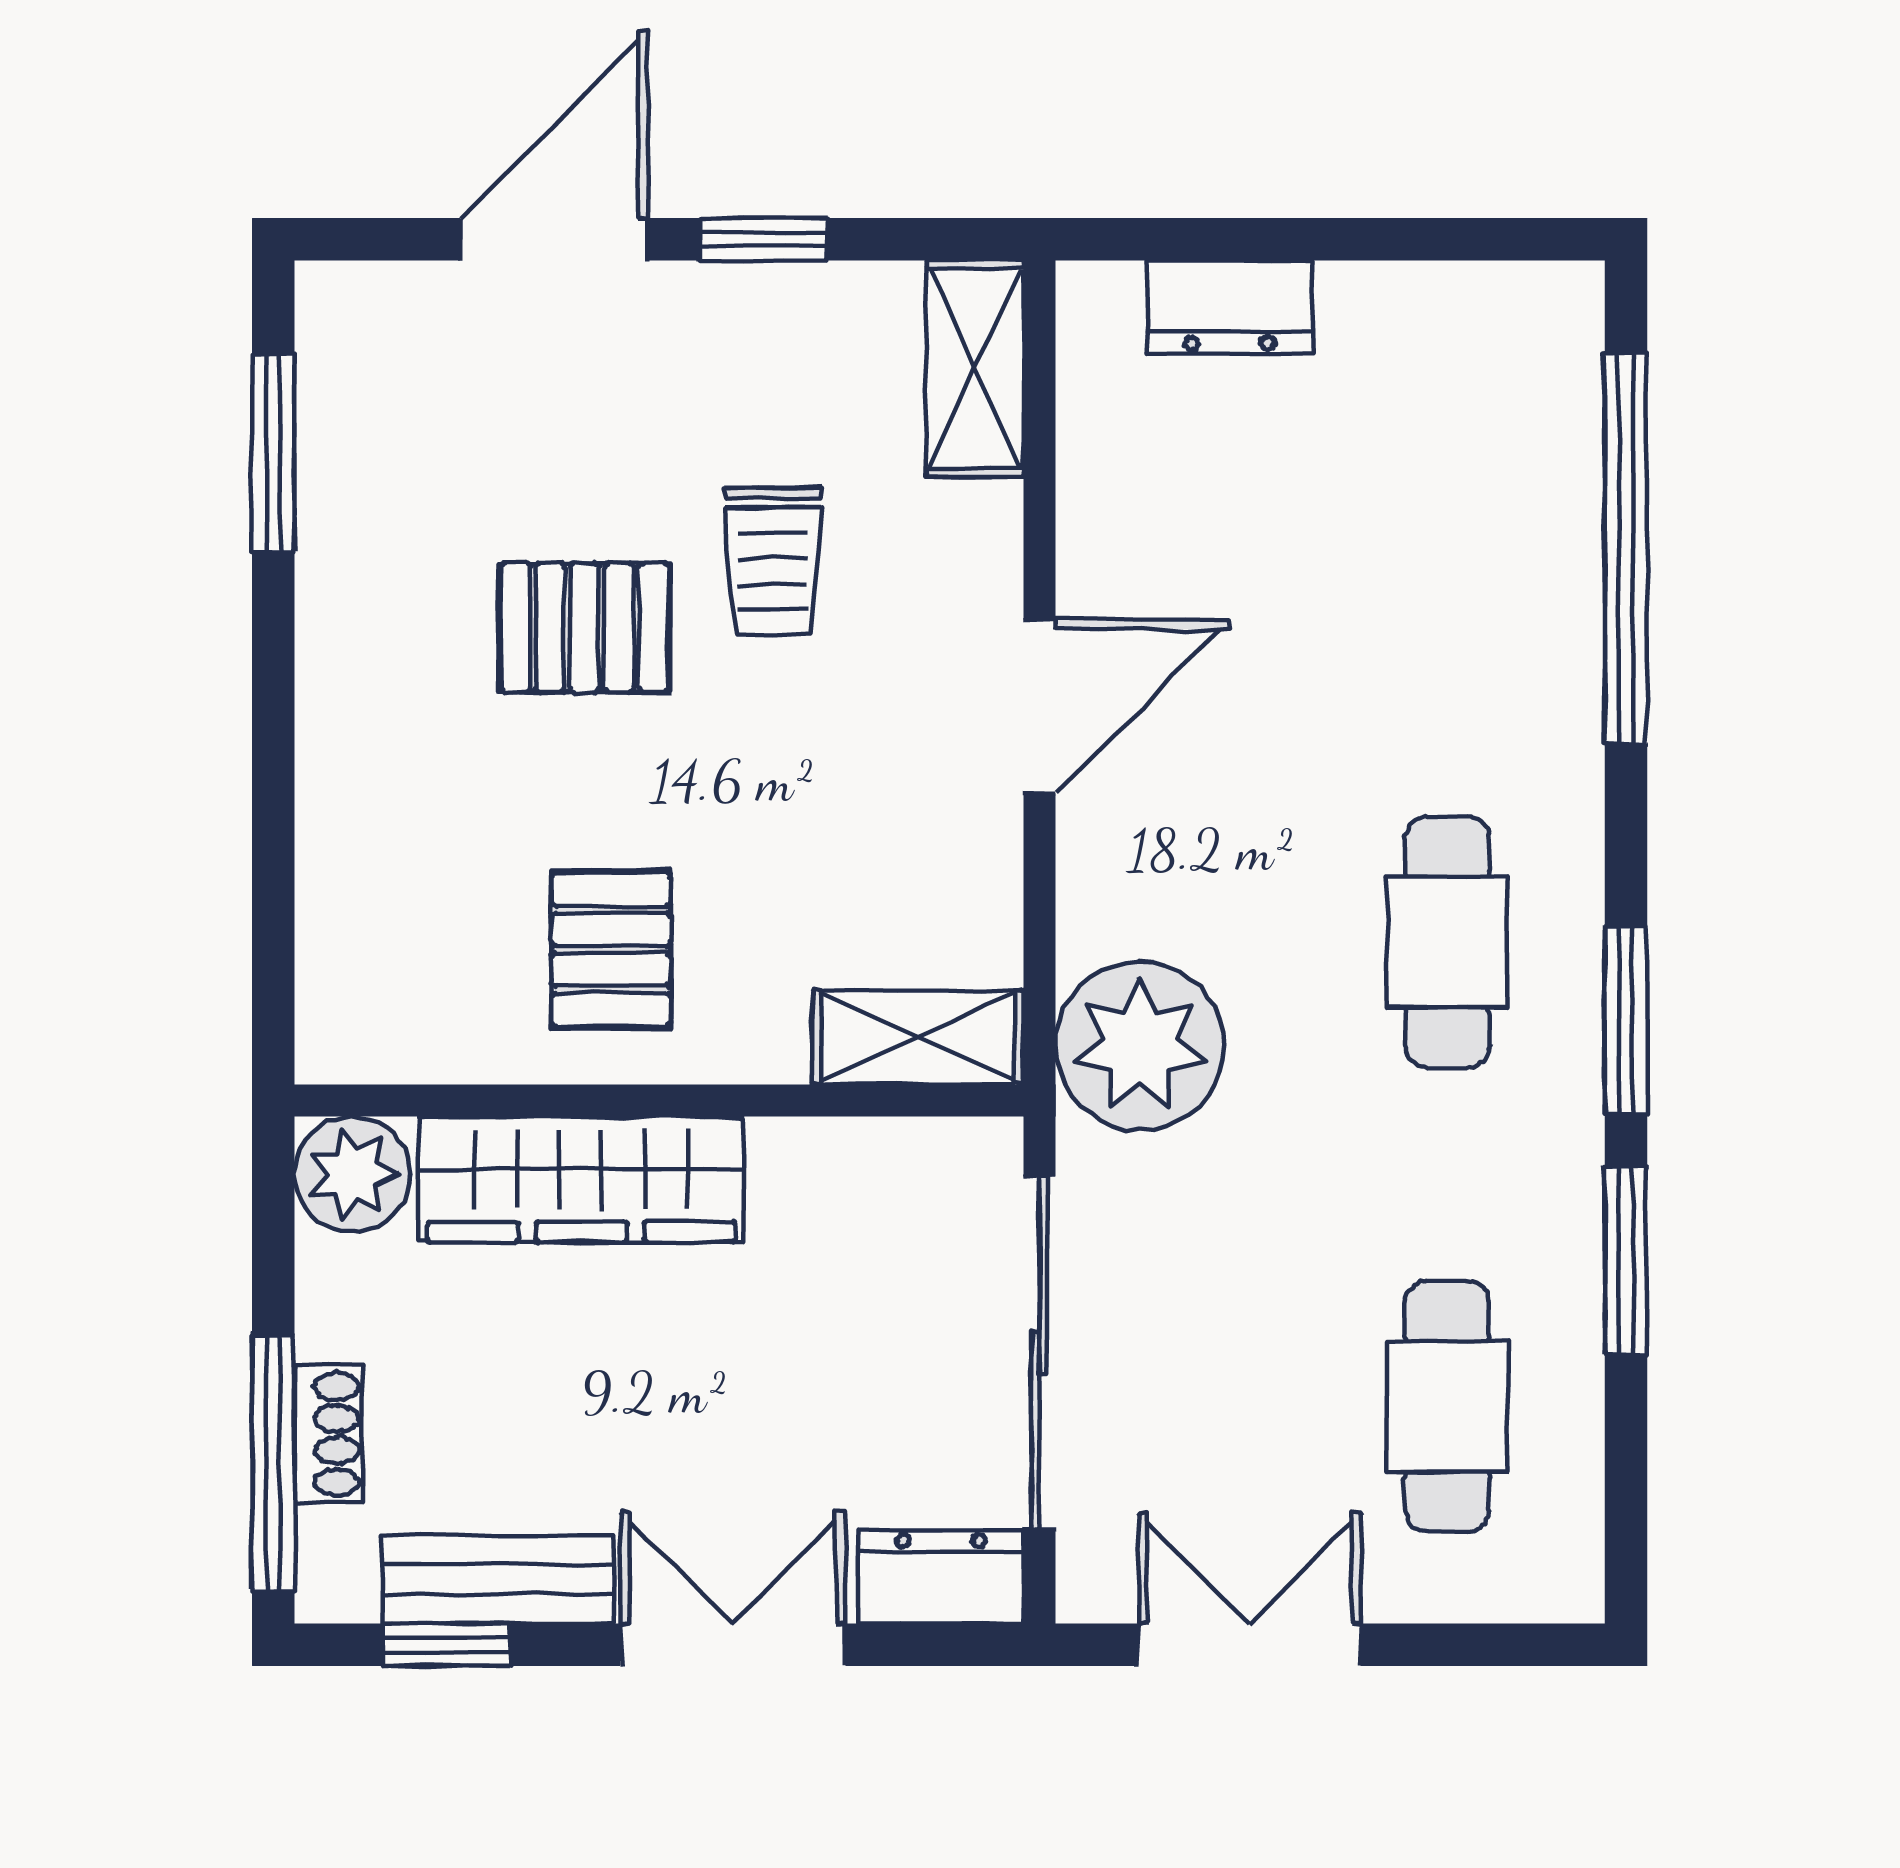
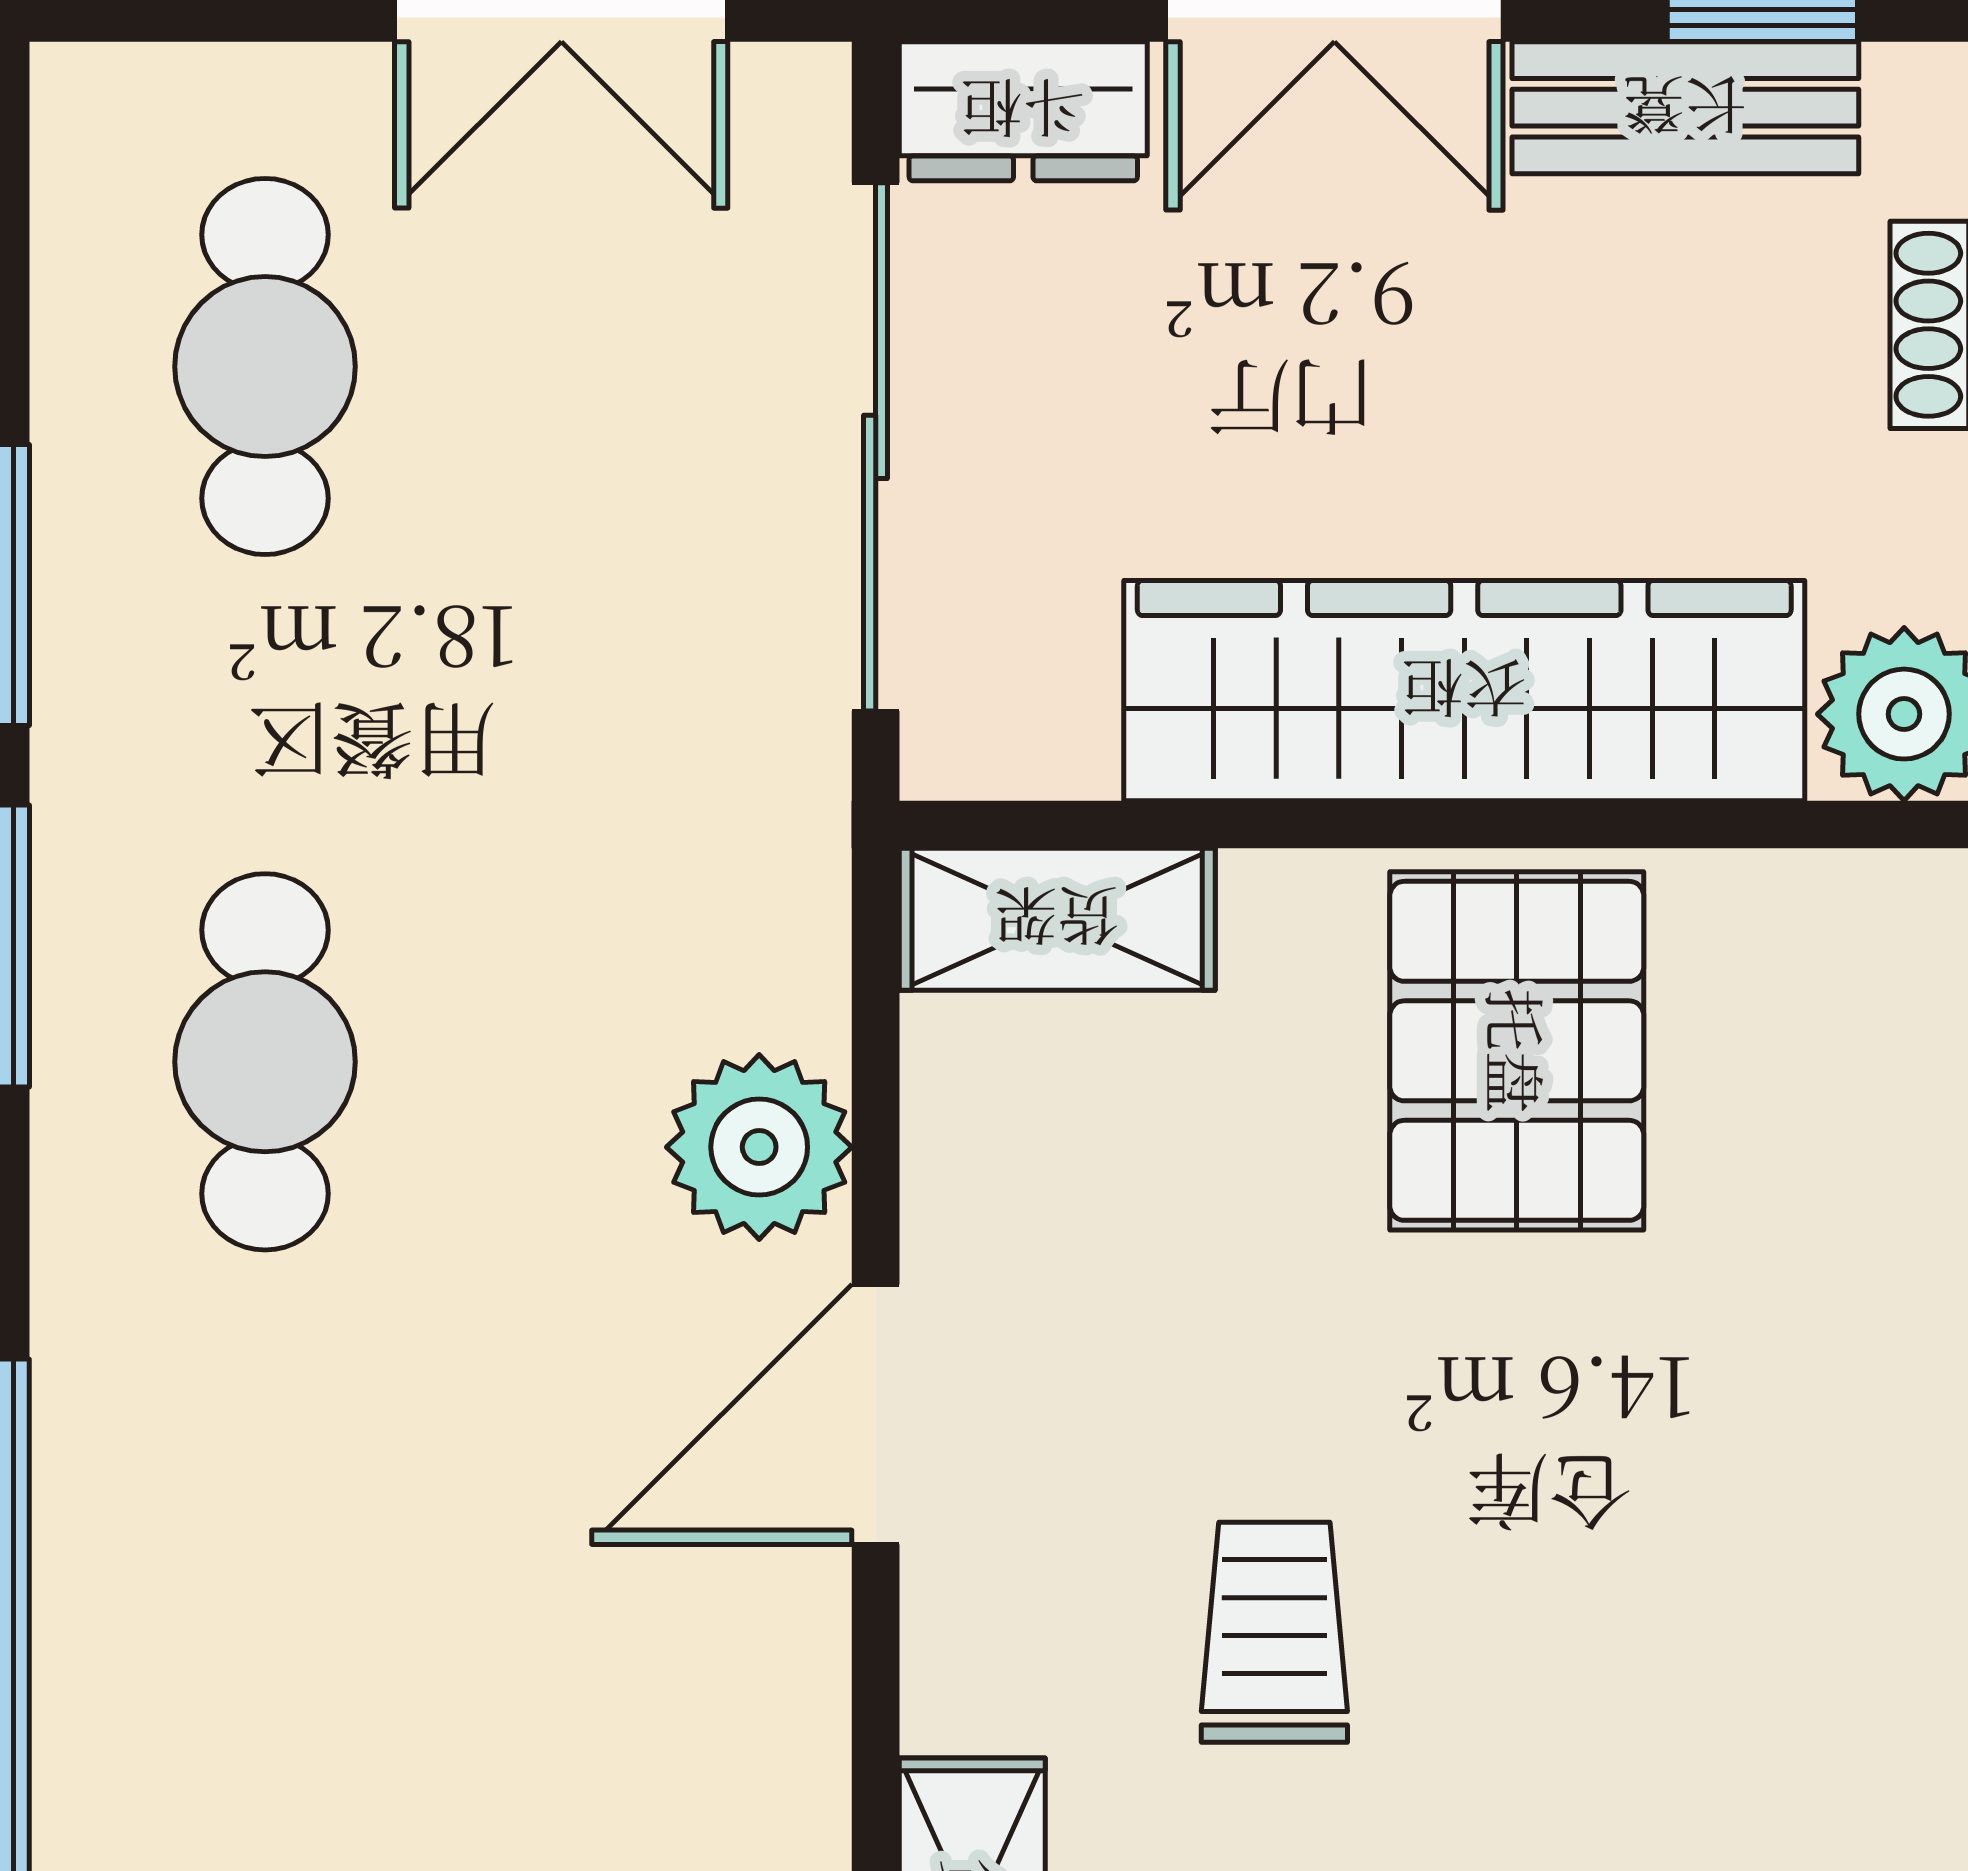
pallet: (584, 627) -> (1557, 1533), removed
pallet: (611, 949) -> (1517, 1051), width x1.50, depth x1.42
plant: (1140, 1046) -> (759, 1147), moved, width x0.73, depth x0.73
wardrobe: (581, 1179) -> (1464, 691), width x1.40, depth x1.17

